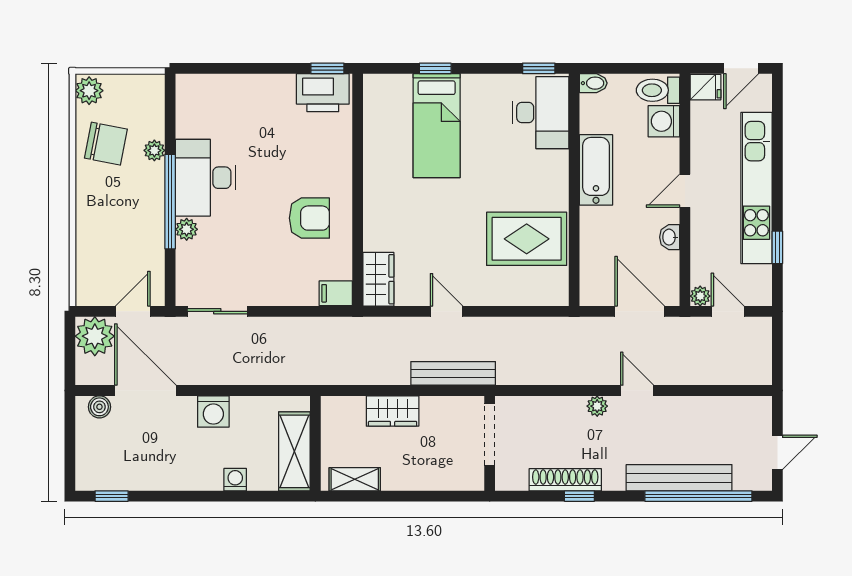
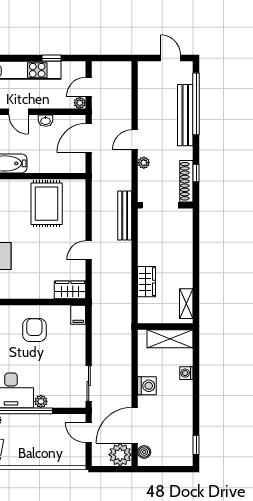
plant: (95, 336) -> (120, 455), moved
bench: (453, 373) -> (125, 215), moved
doorway: (490, 434) -> (160, 205), moved
wall: (490, 443) -> (165, 205), moved

